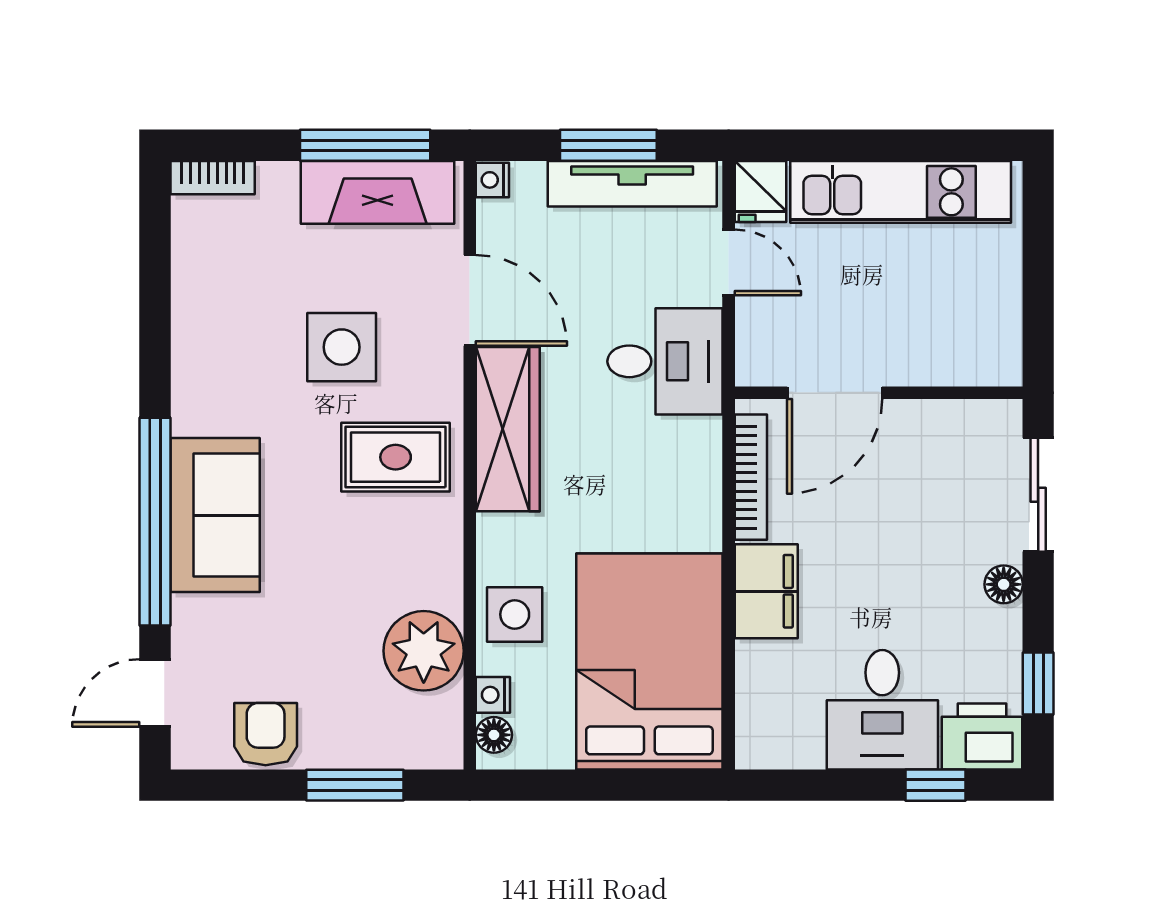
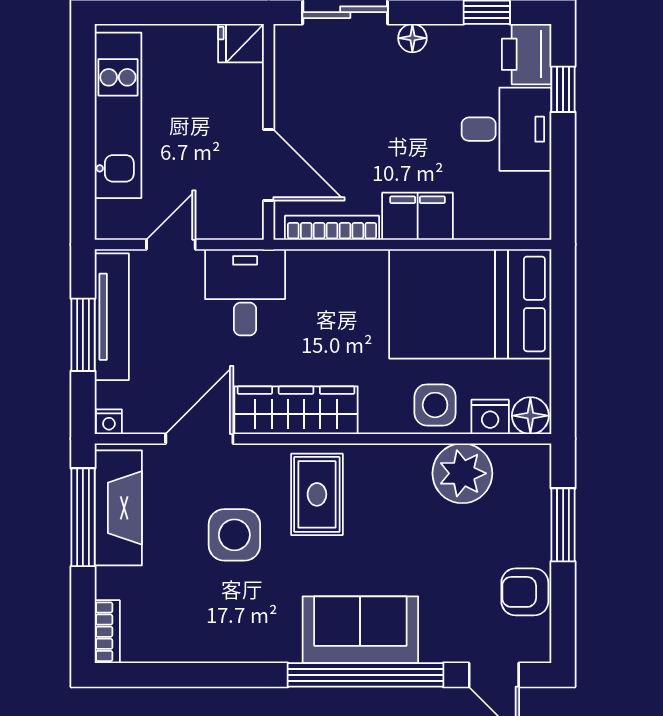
fridge: (760, 191) -> (241, 43), moved, turned 180
nightstand: (493, 695) -> (490, 417), width x1.39, depth x1.35
floor lamp: (494, 735) -> (530, 416), width x1.37, depth x1.37

